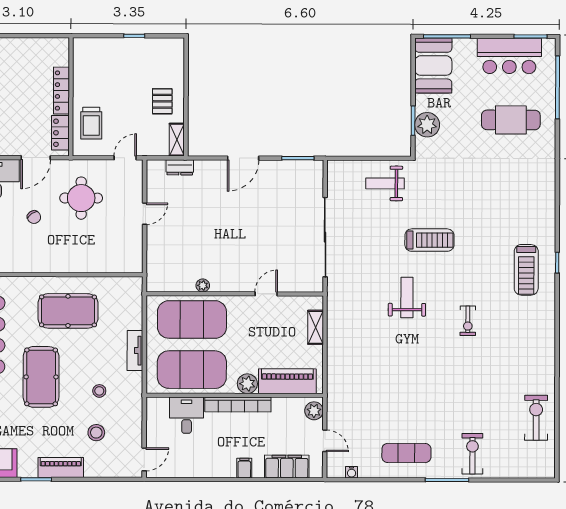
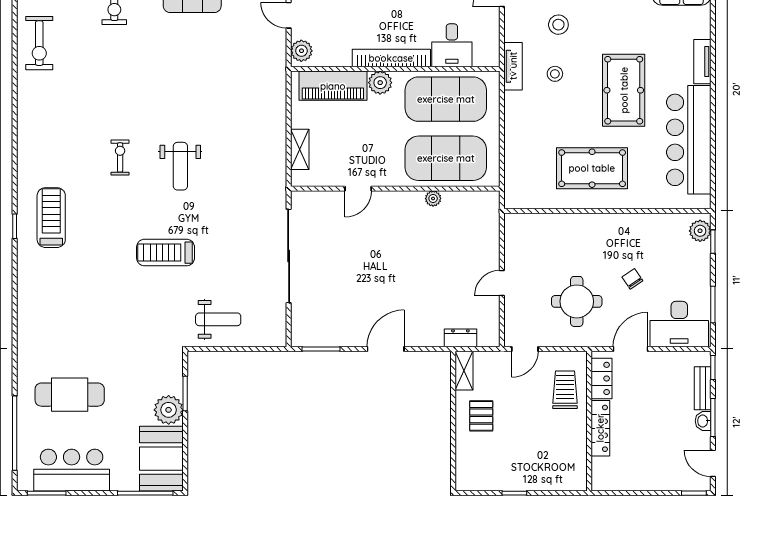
plant: (427, 125) -> (169, 410), moved
weight bench: (407, 298) -> (180, 166), moved
tv unit: (135, 351) -> (513, 66), moved

